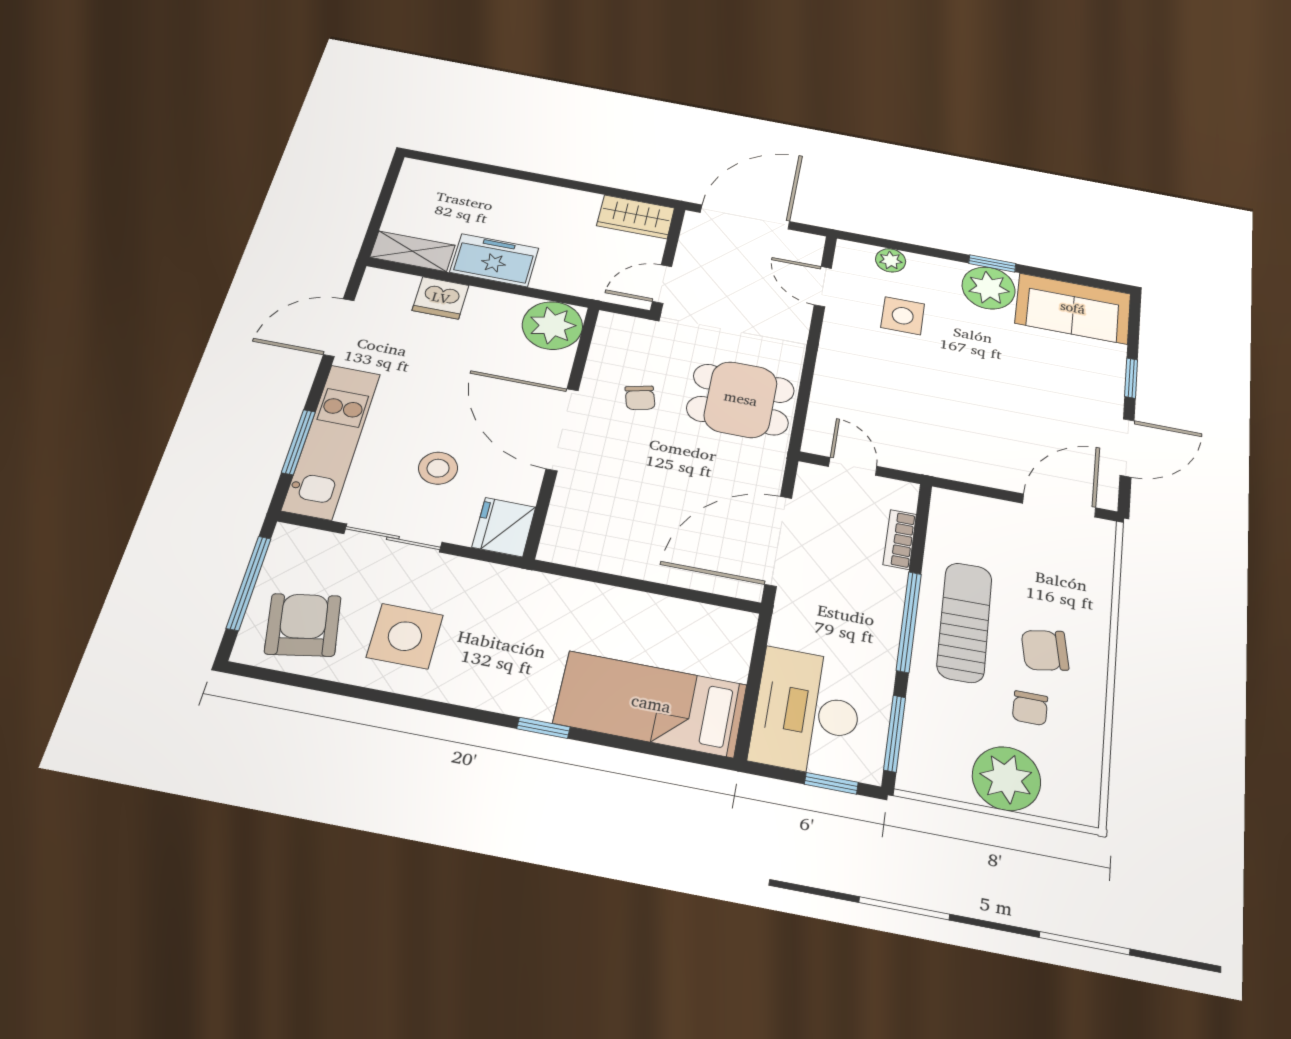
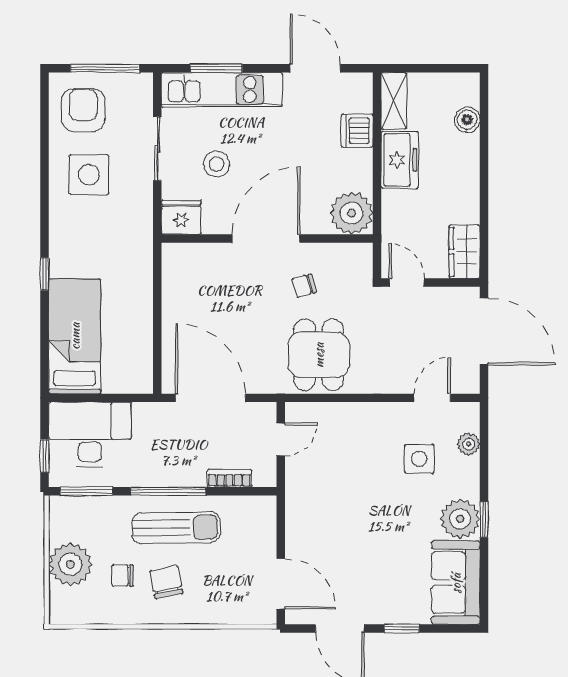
boiler: (462, 181) -> (467, 120), added
armchair: (303, 625) -> (83, 110), turned -80

